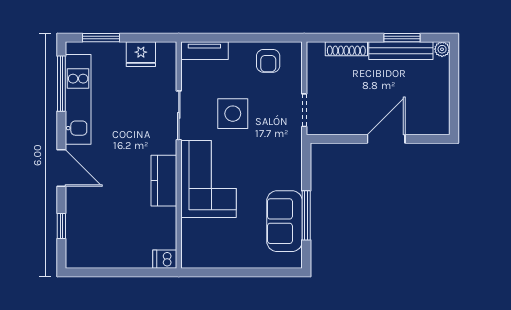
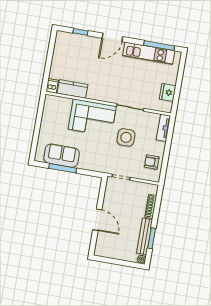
window: (101, 38) -> (181, 72), removed
kitchen counter: (164, 181) -> (72, 89), moved

